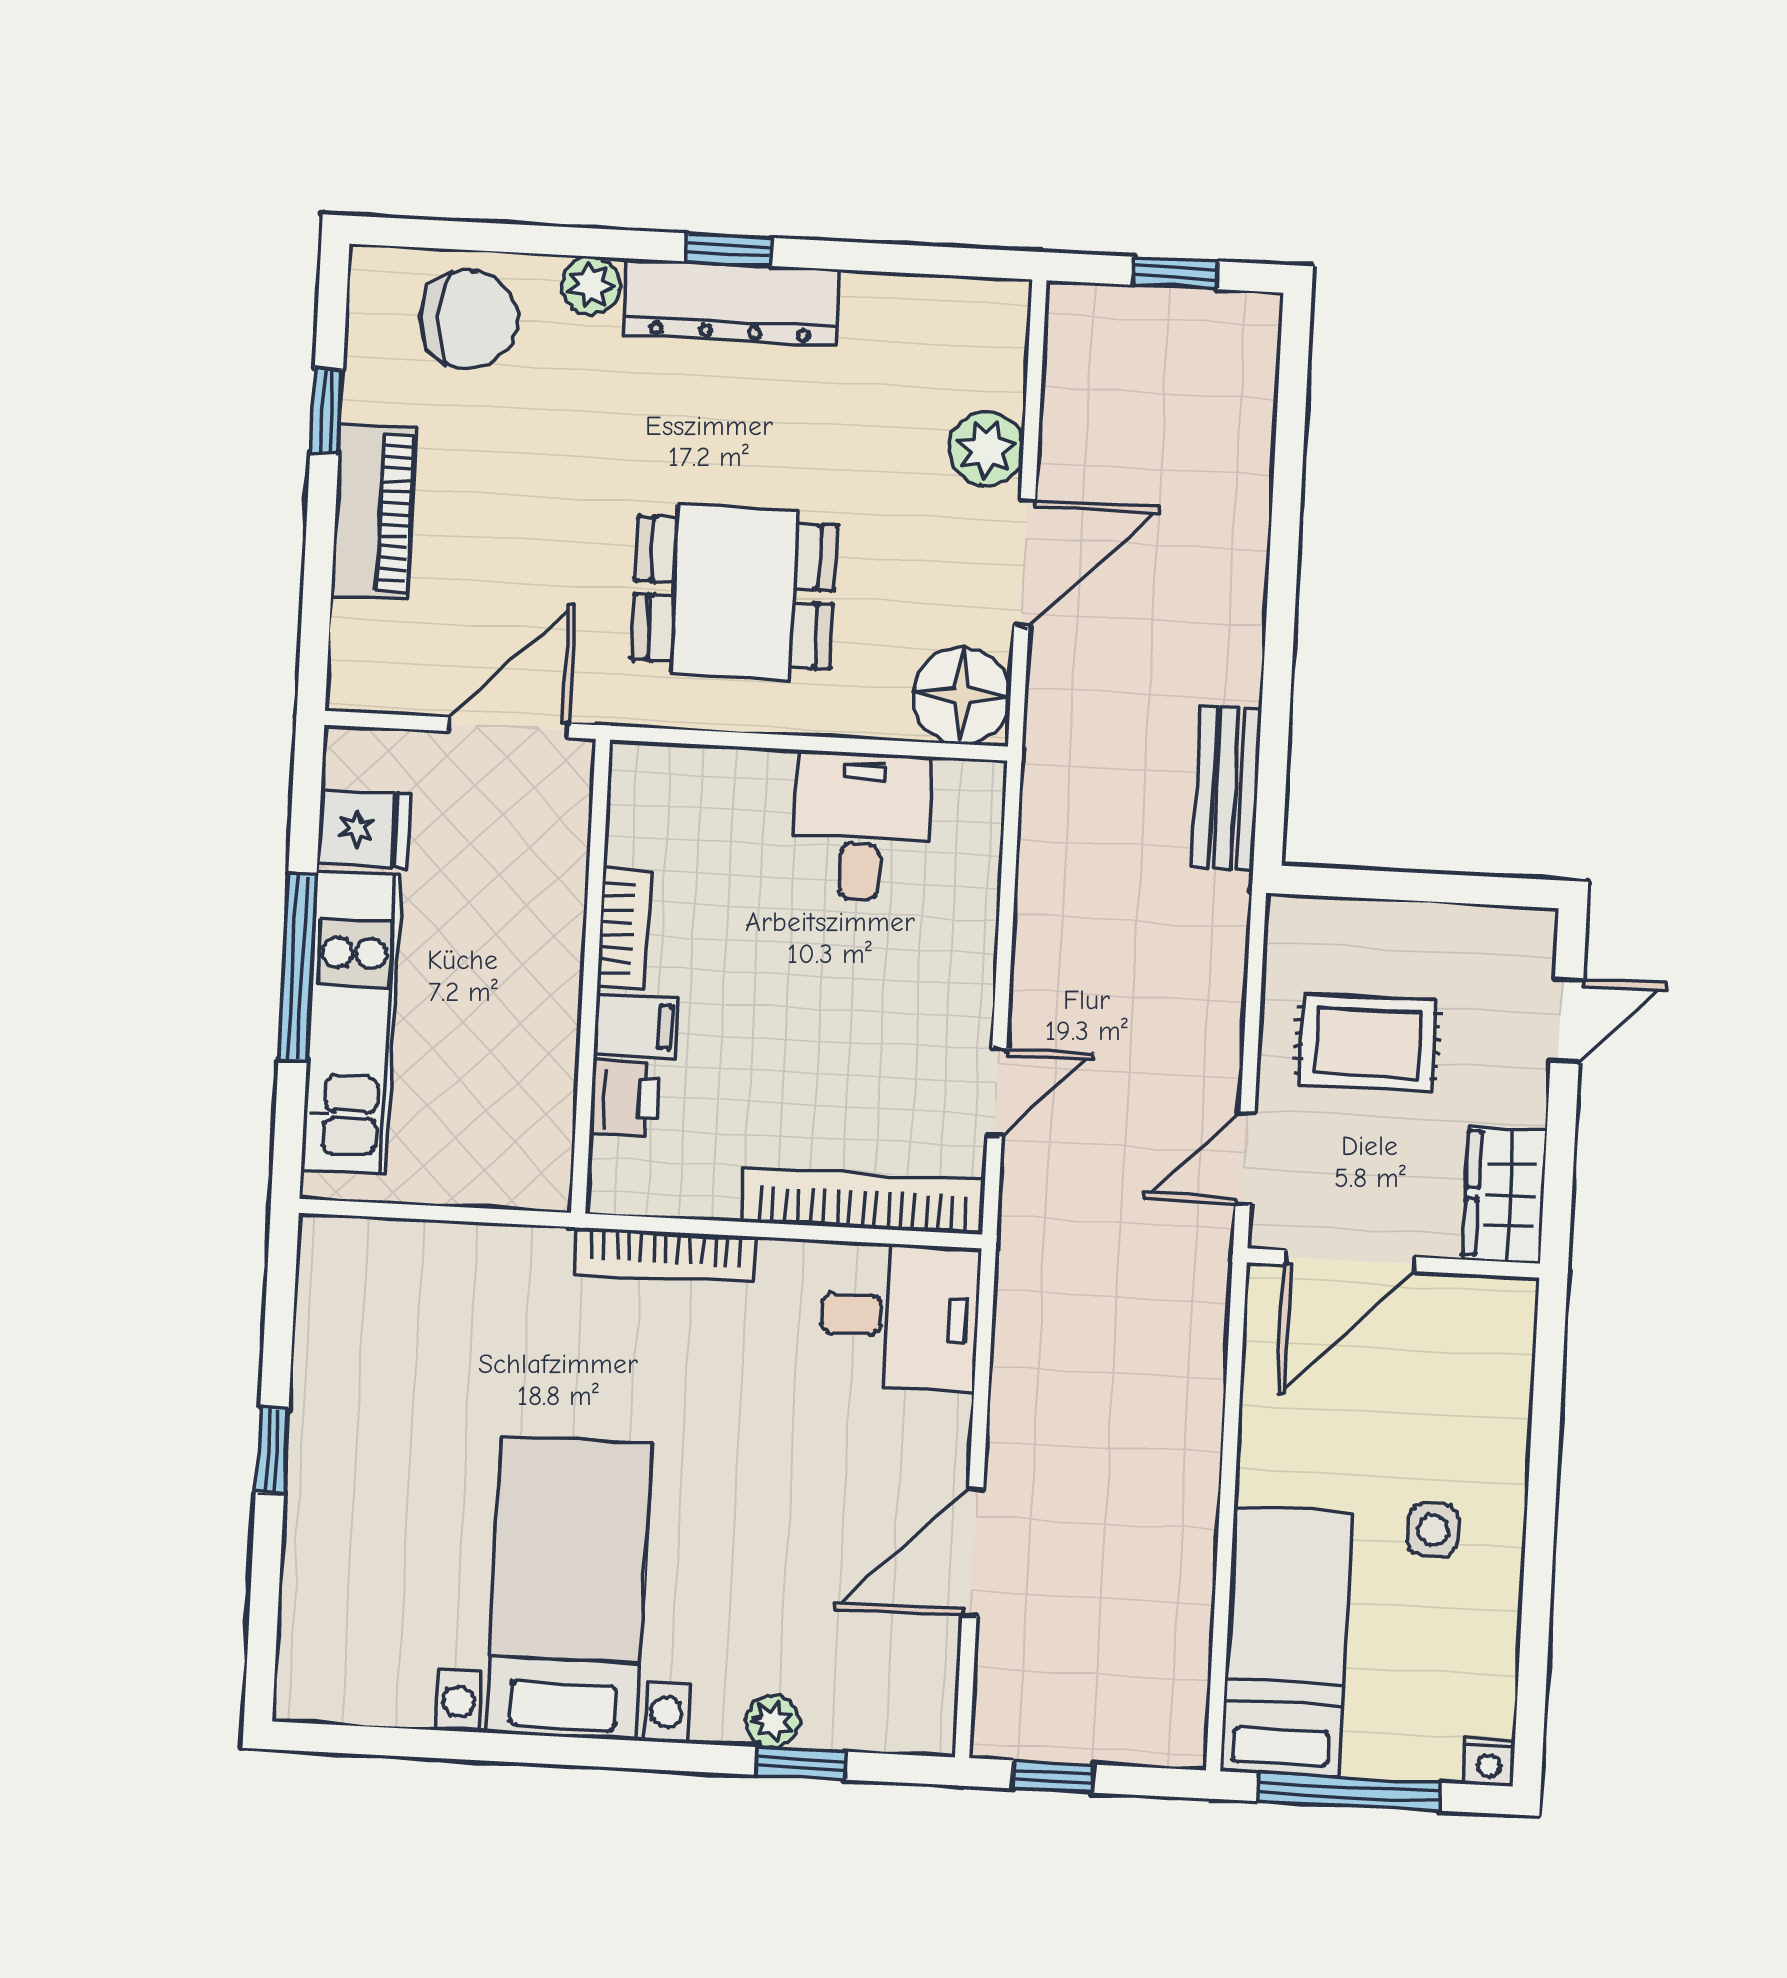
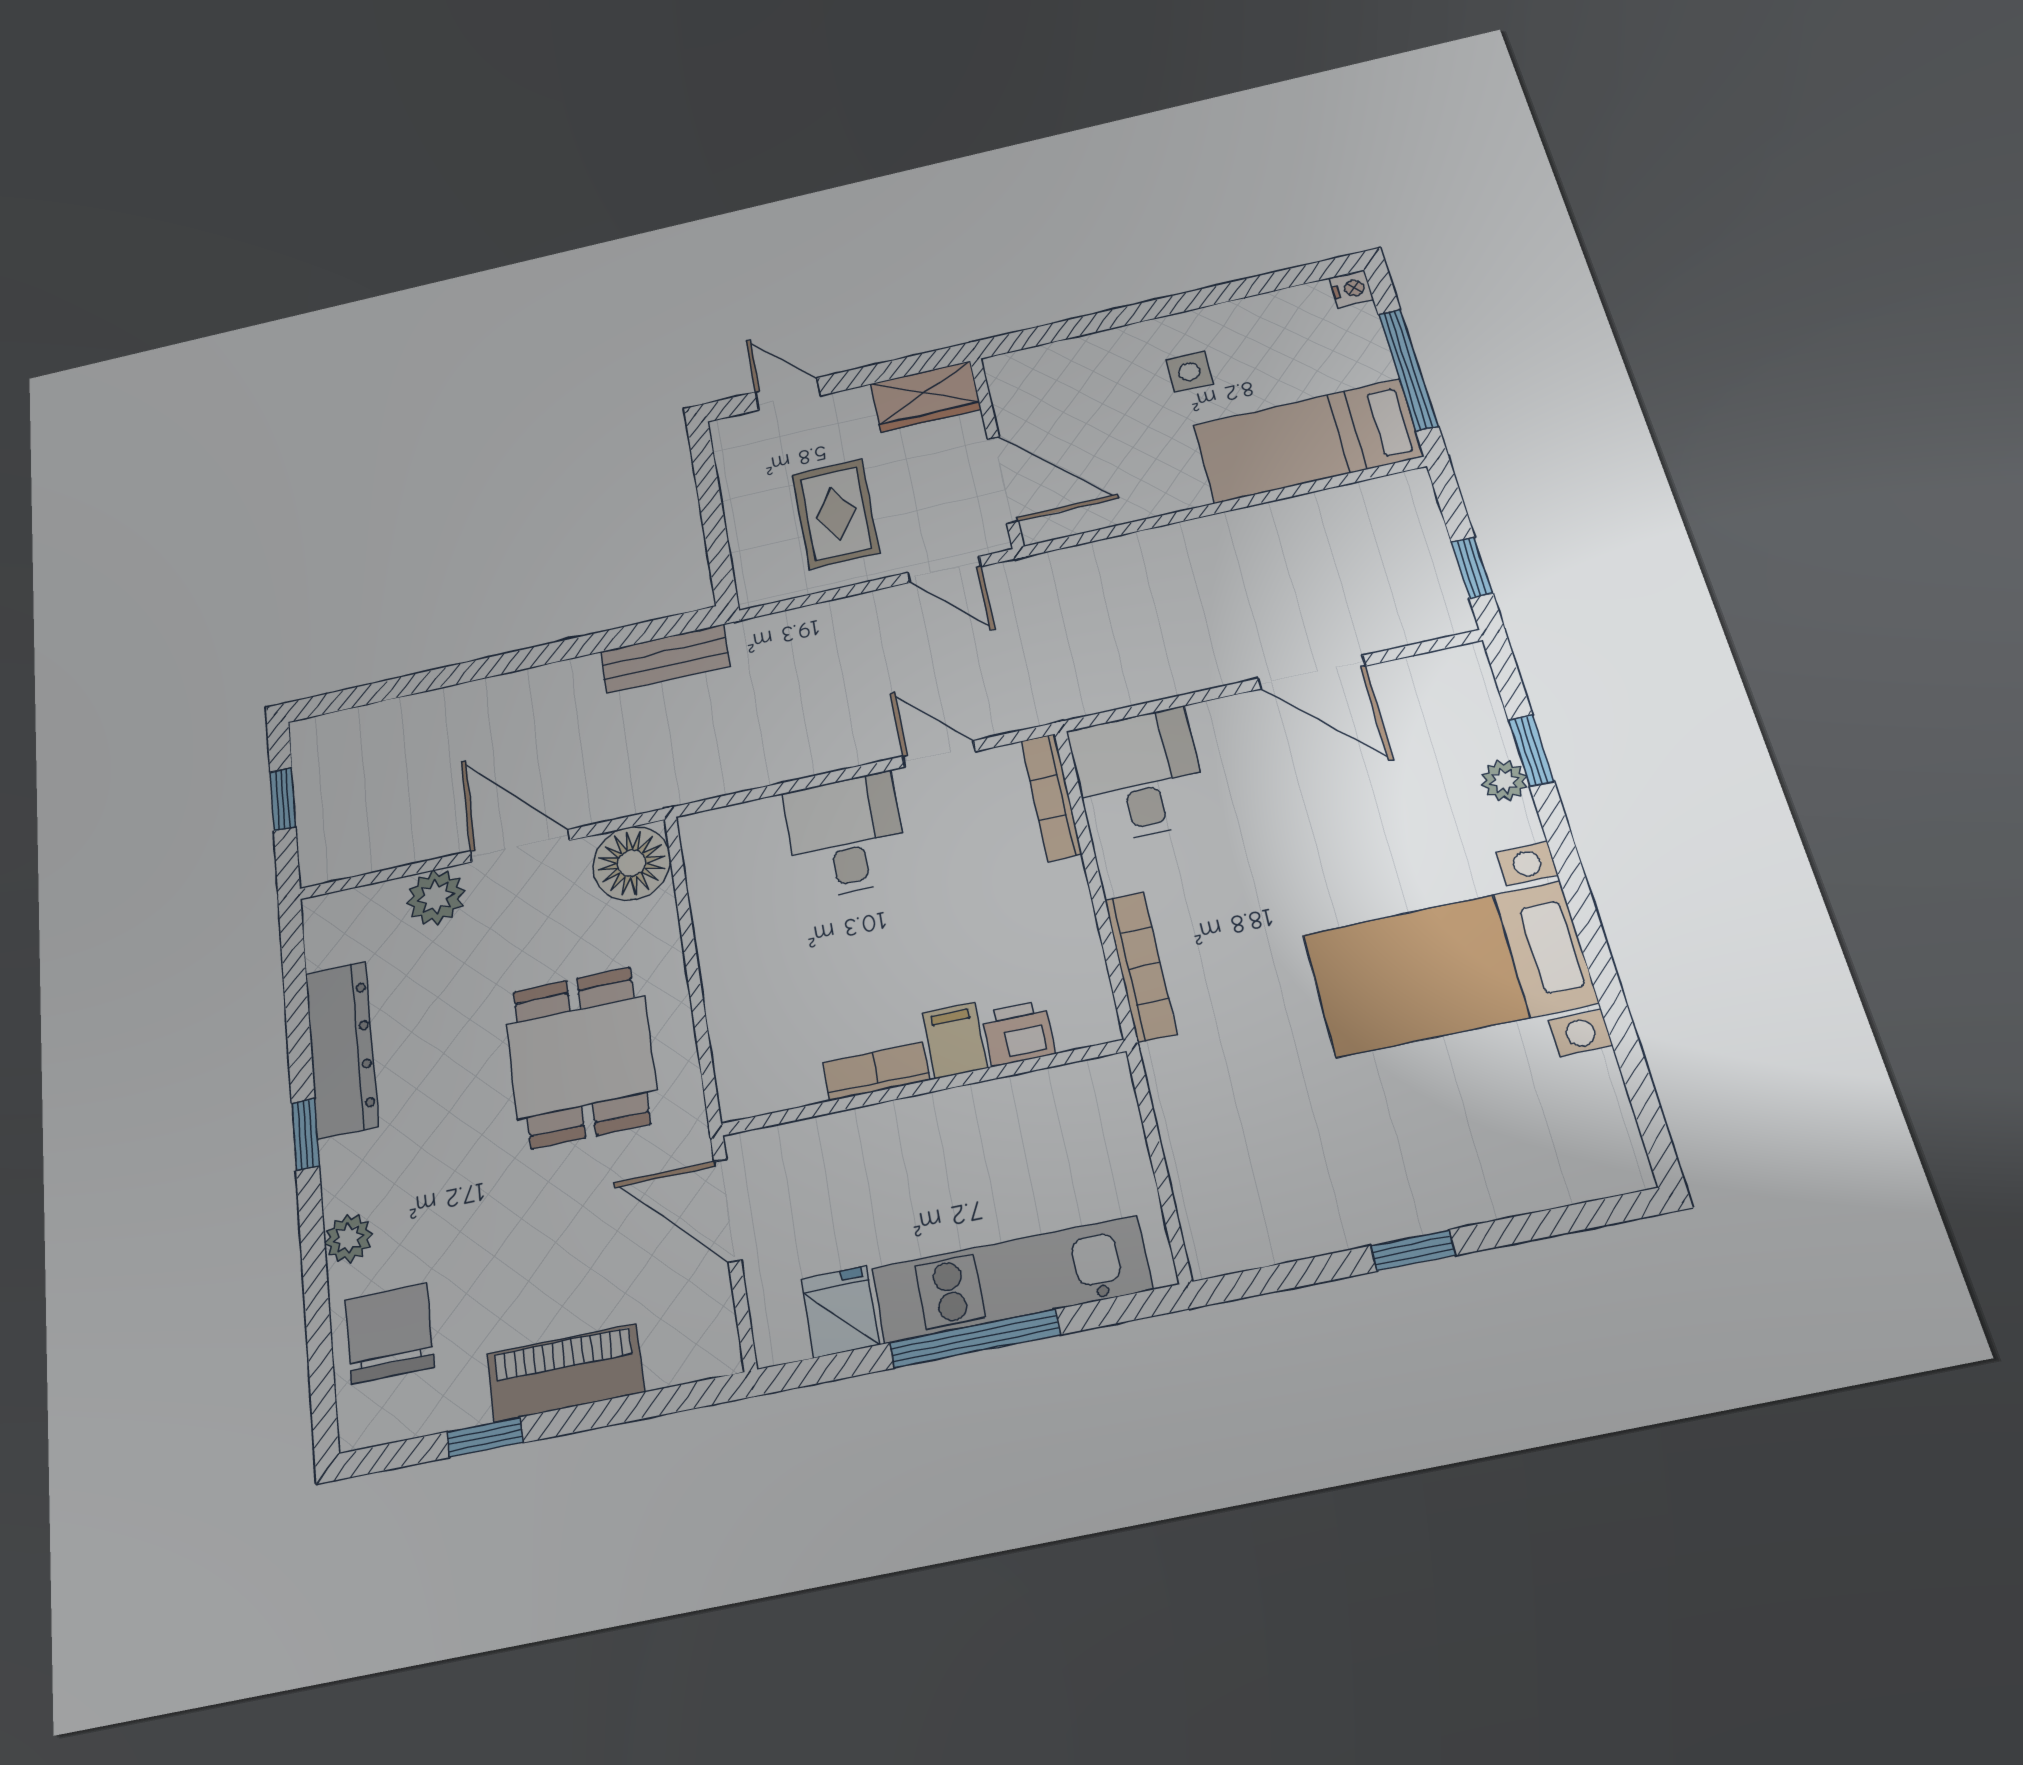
dresser: (731, 302) -> (342, 1049), moved
desk: (862, 826) -> (846, 835), moved, turned 90
bookcase: (864, 1201) -> (1051, 797), width x0.68, depth x0.76

